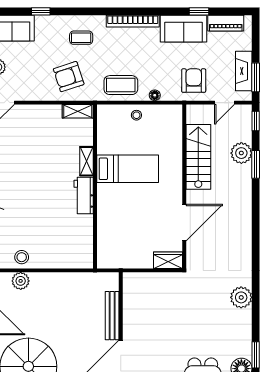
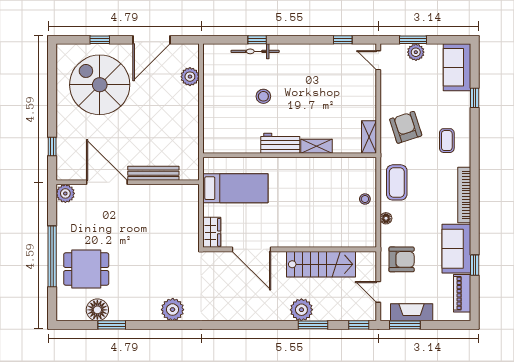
plant: (241, 153) -> (301, 310), moved
bed: (128, 169) -> (235, 188), moved, turned -90
stool: (22, 257) -> (263, 96), moved

